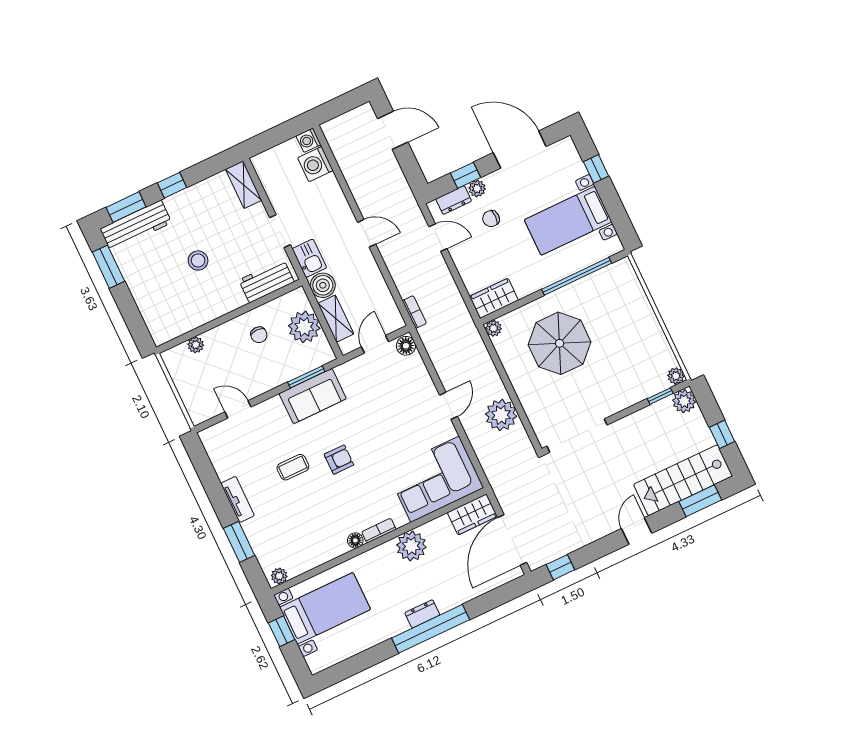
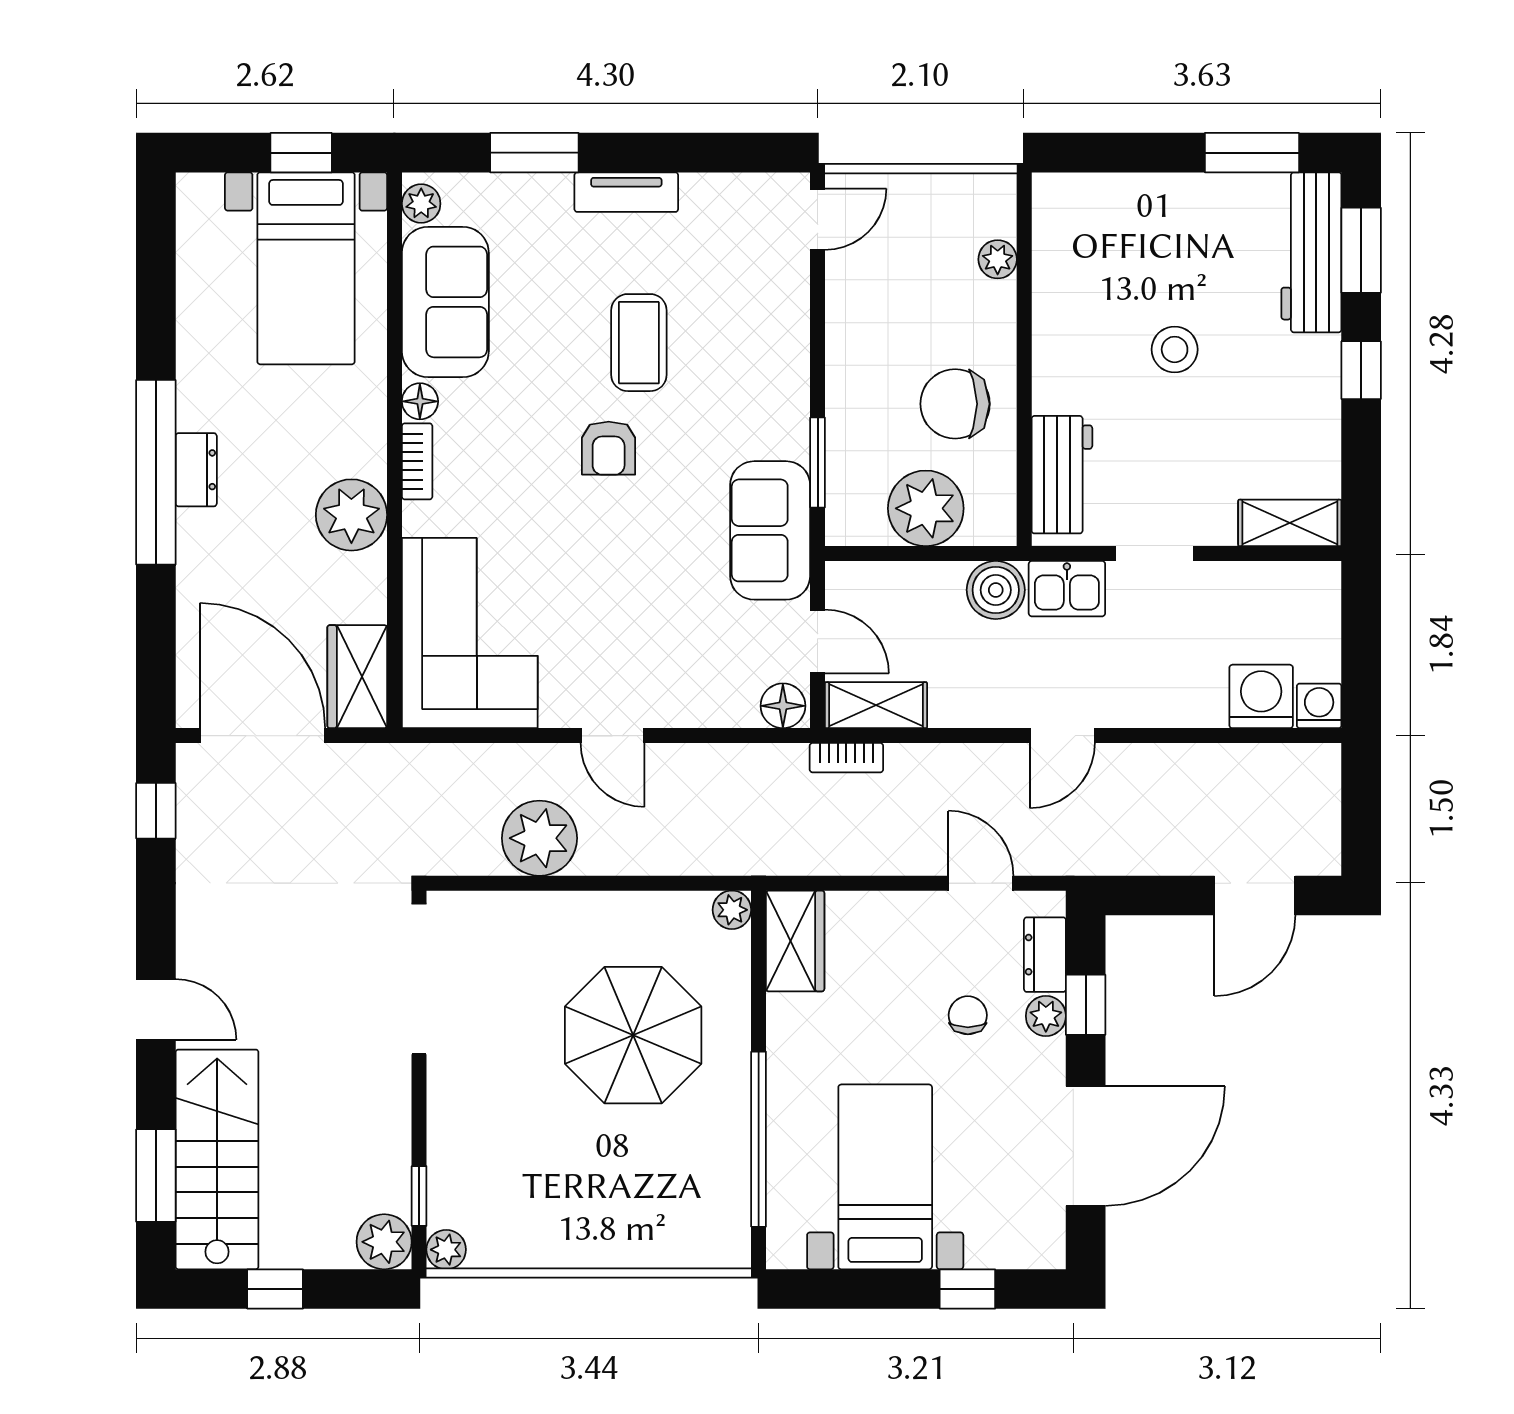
door: (438, 238) -> (981, 883), swing flipped
shelving: (336, 319) -> (876, 705), moved
chair: (259, 335) -> (955, 404), width x1.87, depth x1.87
sofa: (313, 396) -> (770, 530), moved
door: (238, 409) -> (818, 219), moved
coffee table: (293, 467) -> (639, 343), width x1.36, depth x1.30
sofa: (313, 549) -> (445, 302), added

